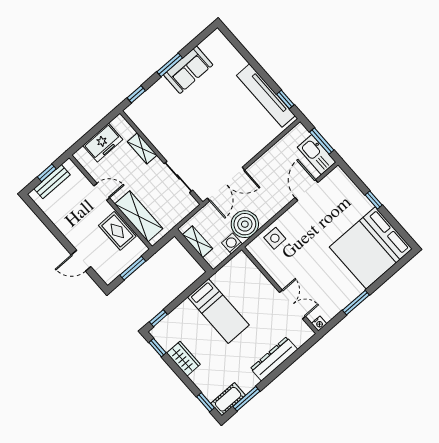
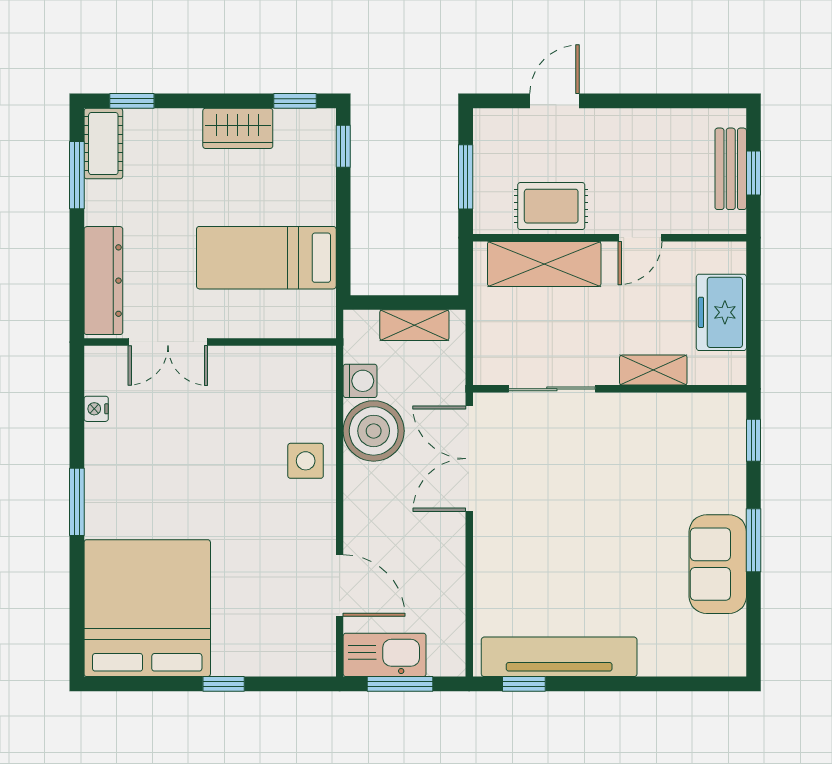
wall: (280, 290) -> (210, 342), moved
double door: (292, 304) -> (168, 342), moved

